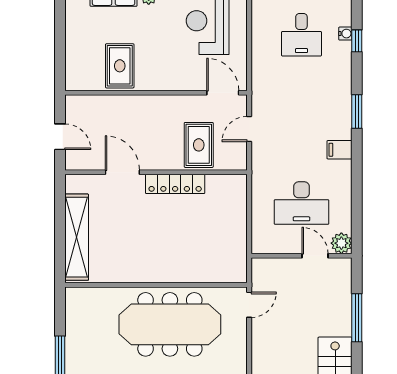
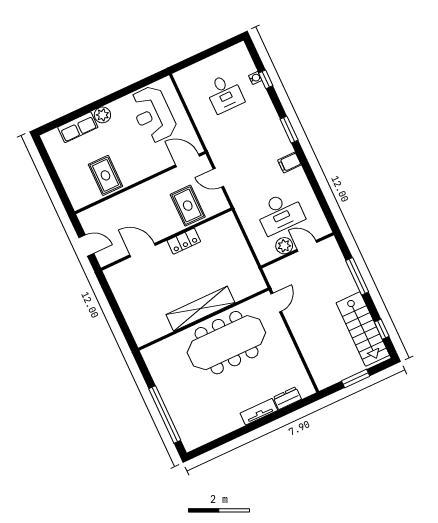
door: (249, 129) -> (218, 178), hinge flipped
locker: (175, 184) -> (184, 241), width x0.66
shelving: (77, 237) -> (200, 309), moved, turned 90
plant: (341, 243) -> (284, 246), moved

